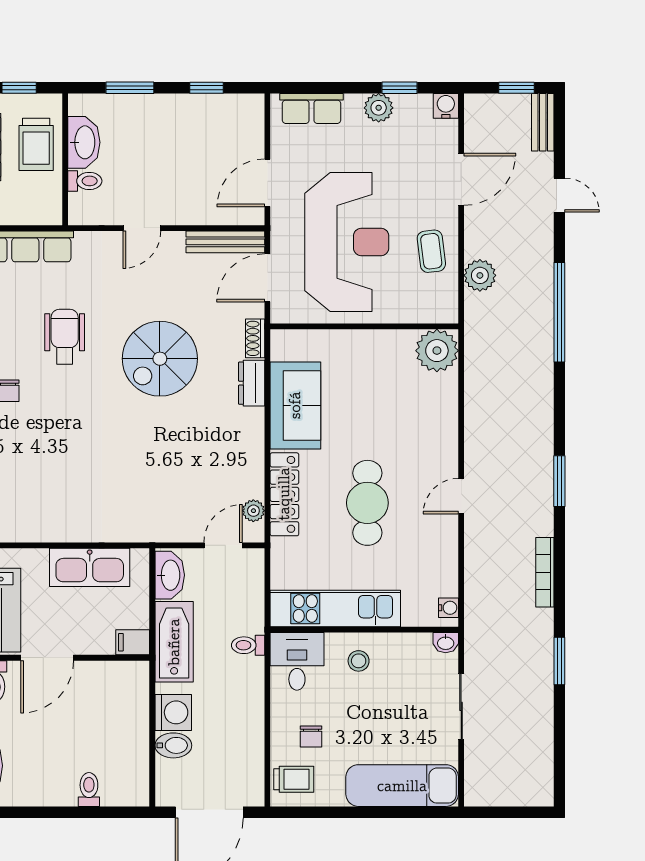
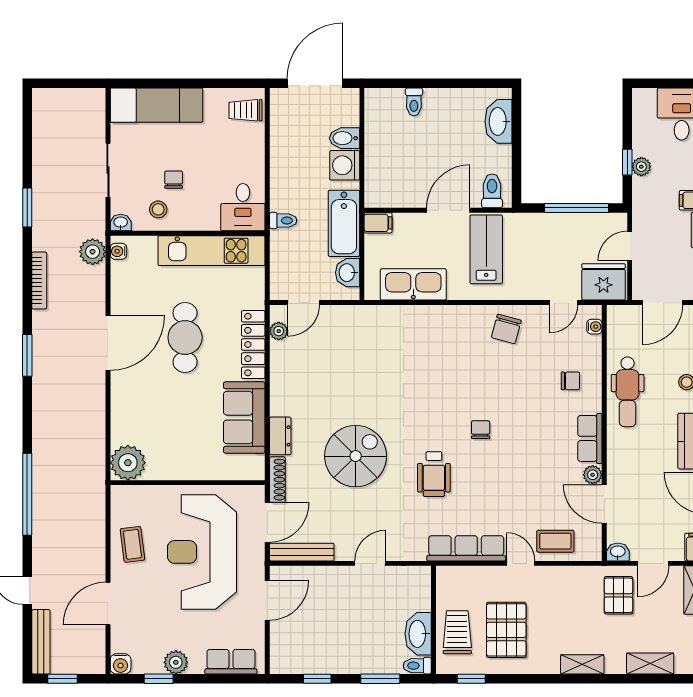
bench: (543, 122) -> (41, 642), width x1.36
toilet: (85, 181) -> (417, 666), moved
plant: (480, 275) -> (93, 252), moved
shoe rack: (255, 338) -> (277, 480), width x1.43
door: (461, 496) -> (108, 343), width x1.88
washbasin: (170, 575) -> (348, 273), width x0.72
stool: (359, 661) -> (158, 209), moved
chair: (311, 737) -> (174, 180), moved

